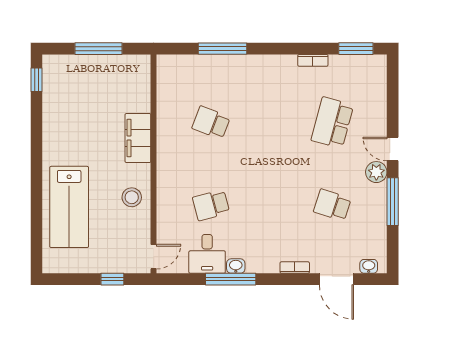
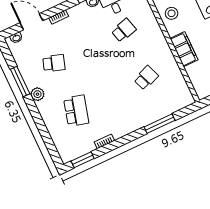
school desk: (211, 123) -> (146, 78), turned -42
door: (393, 149) -> (34, 112), removed

